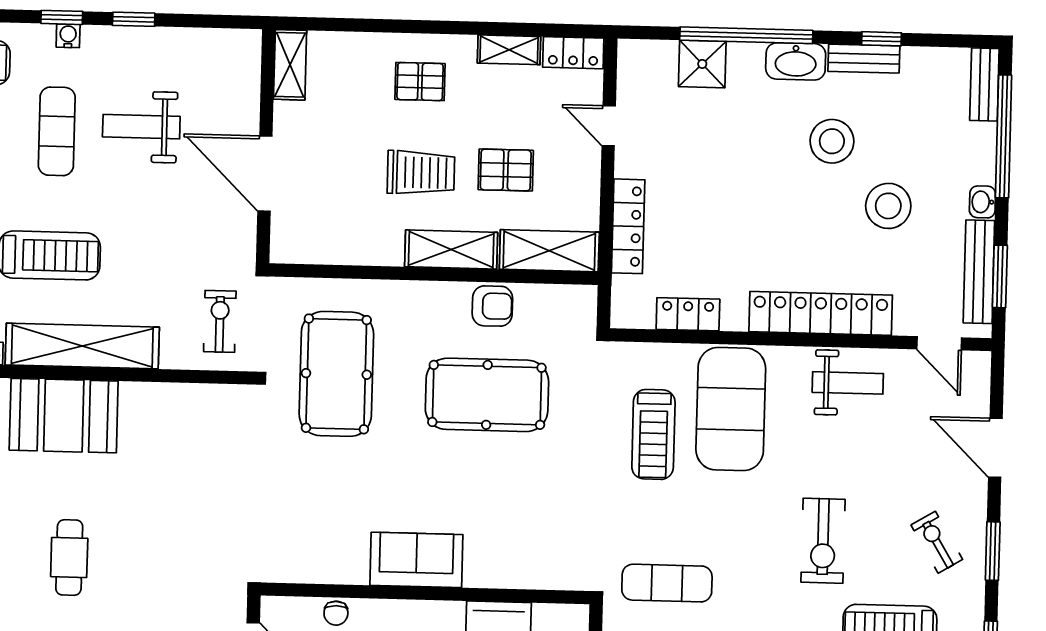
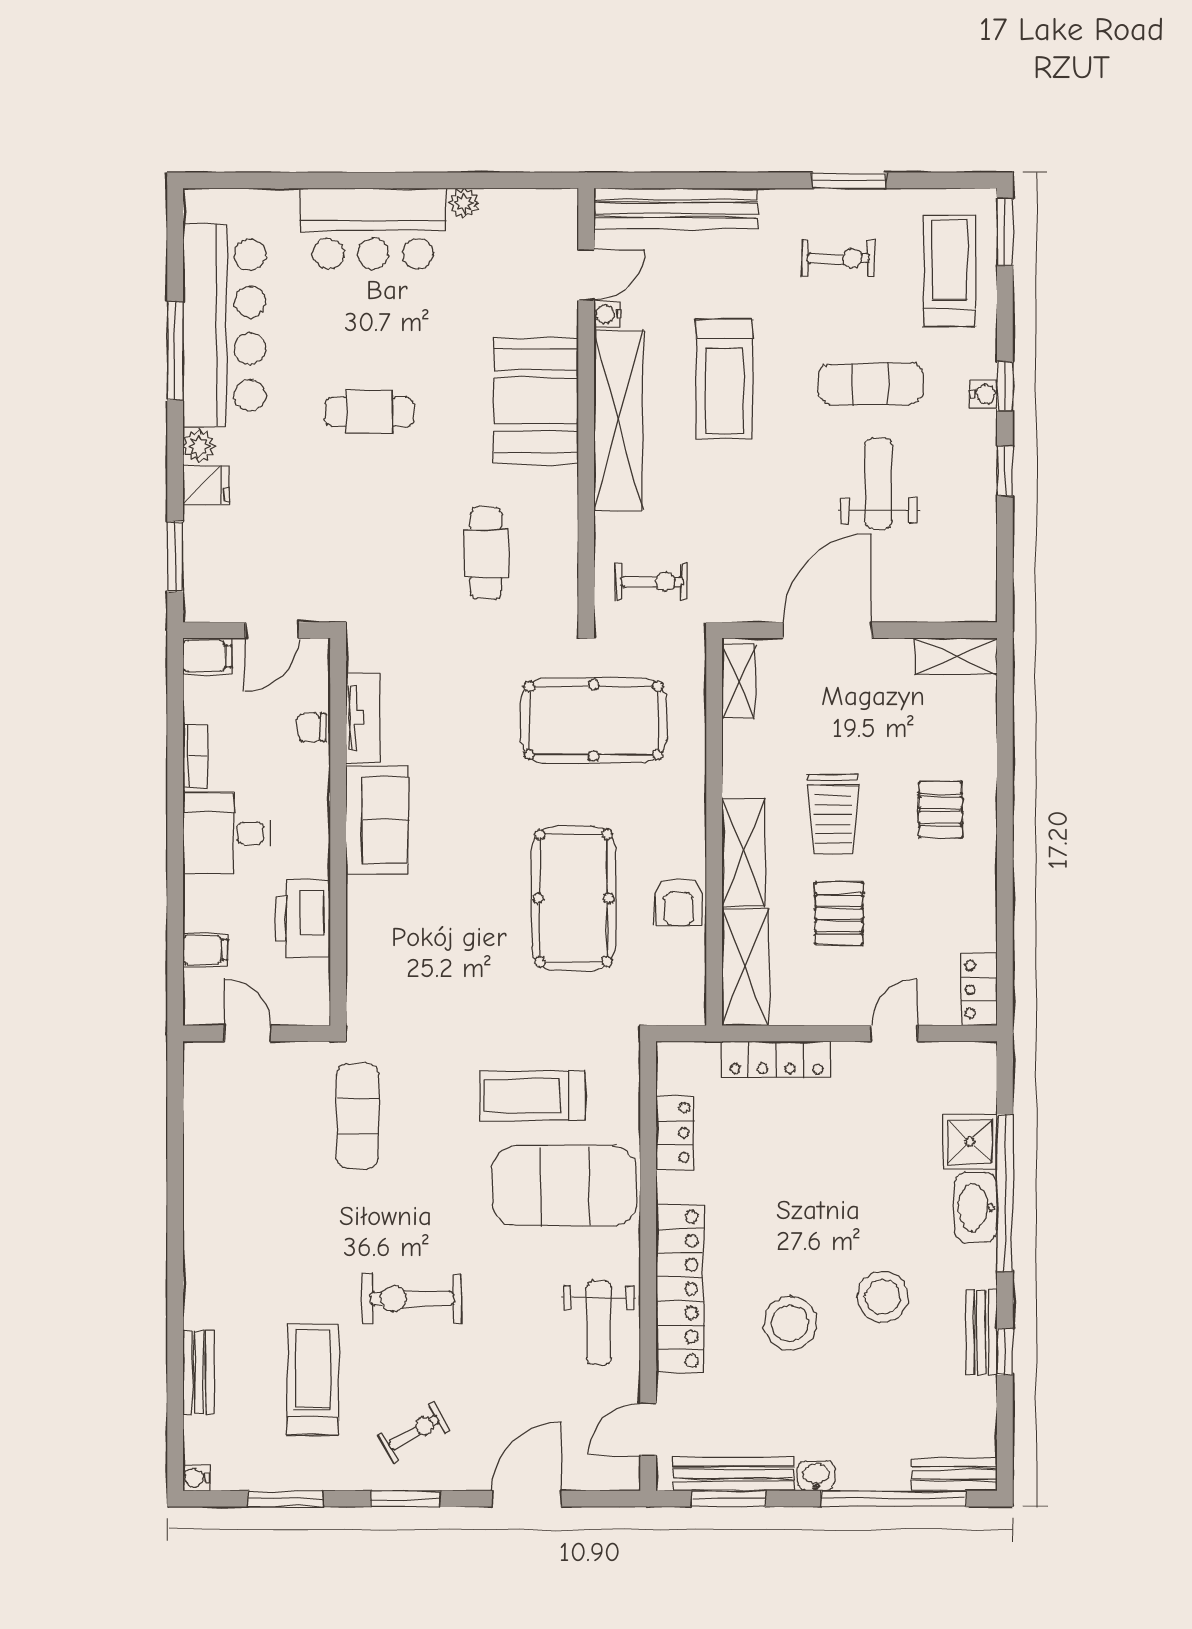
shelving: (509, 50) -> (739, 682), moved
washbasin: (796, 61) -> (976, 1207), moved
stool: (888, 206) -> (790, 1323), moved
cafe table: (192, 462) -> (486, 553), added
tv unit: (329, 570) -> (363, 718), added

